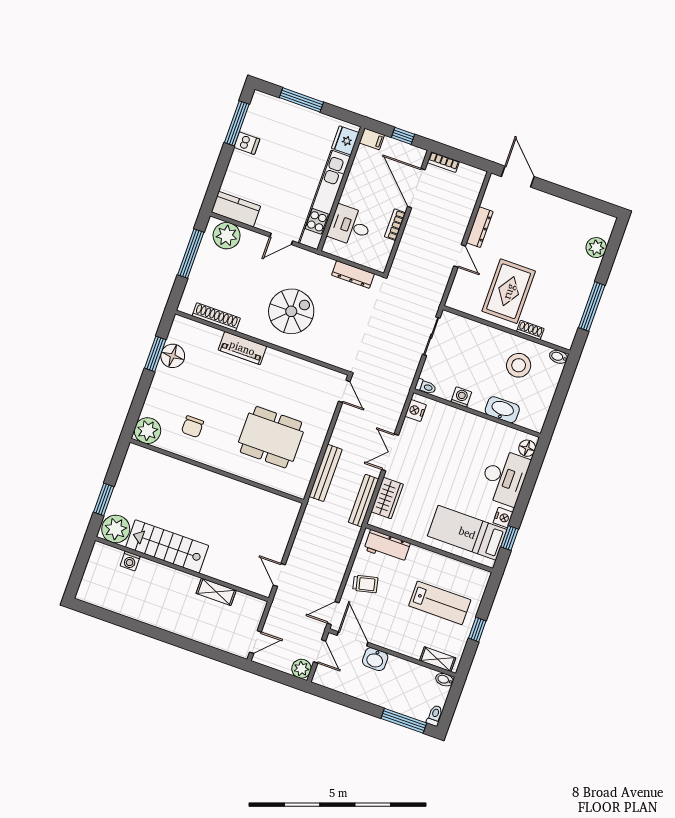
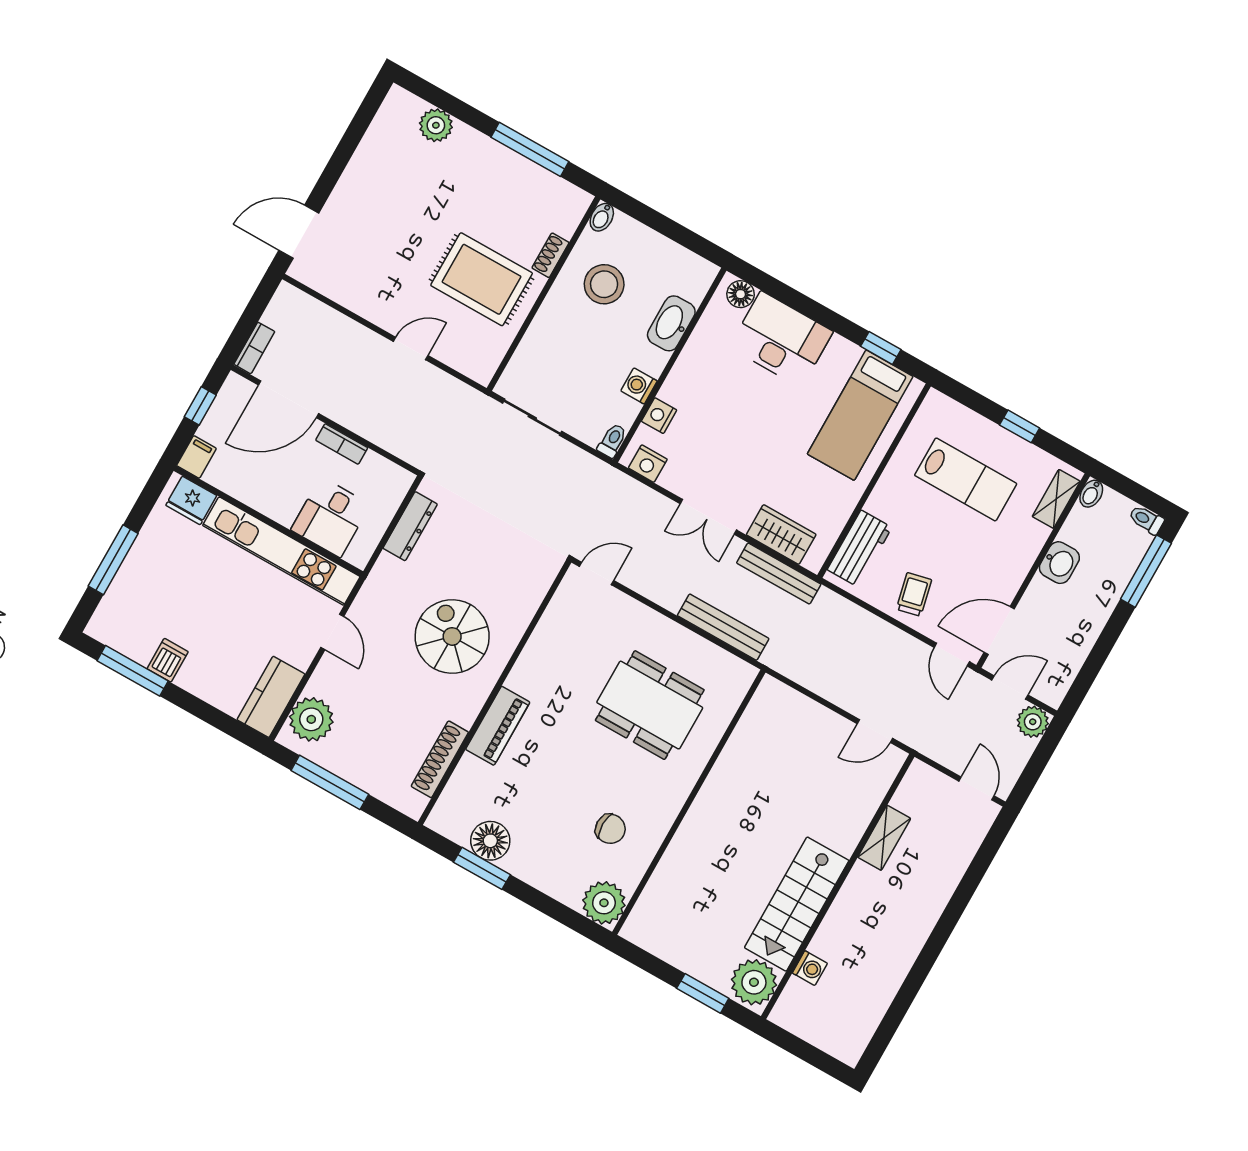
dresser: (480, 227) -> (370, 308), removed
dining table: (271, 437) -> (650, 705), turned 90
nightstand: (503, 518) -> (659, 416), moved, turned -90
lab bench: (440, 603) -> (966, 479), turned 90
washbasin: (375, 659) -> (1059, 563), moved

